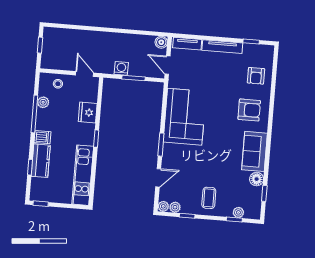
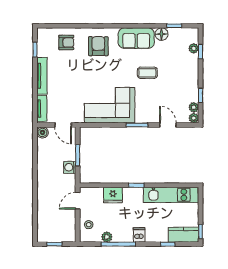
door: (168, 65) -> (63, 125), hinge flipped
kitchen counter: (41, 161) -> (184, 235), moved
coffee table: (209, 198) -> (147, 73), moved

